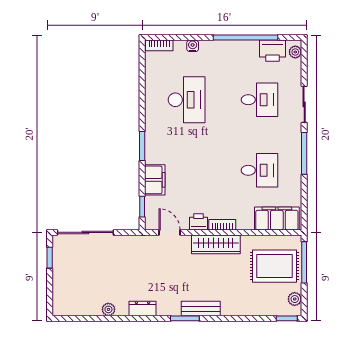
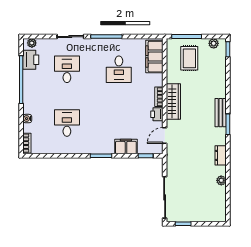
desk: (187, 100) -> (67, 123), width x0.73
desk: (260, 170) -> (119, 69), turned 180
rug: (274, 266) -> (189, 58), width x0.73, depth x0.70

